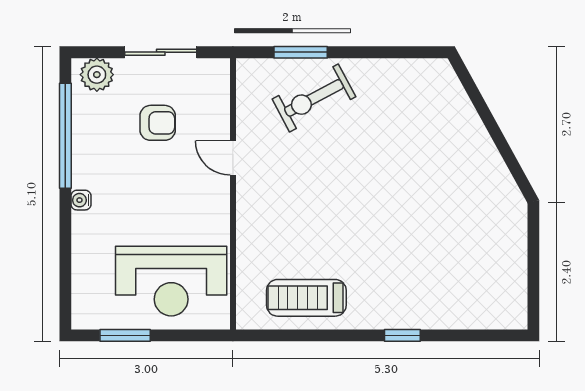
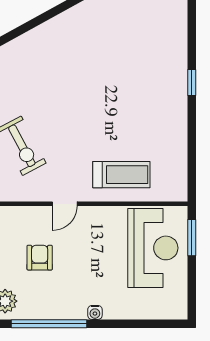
treadmill: (306, 298) -> (121, 175), moved, turned -90
window: (125, 335) -> (192, 238), moved

